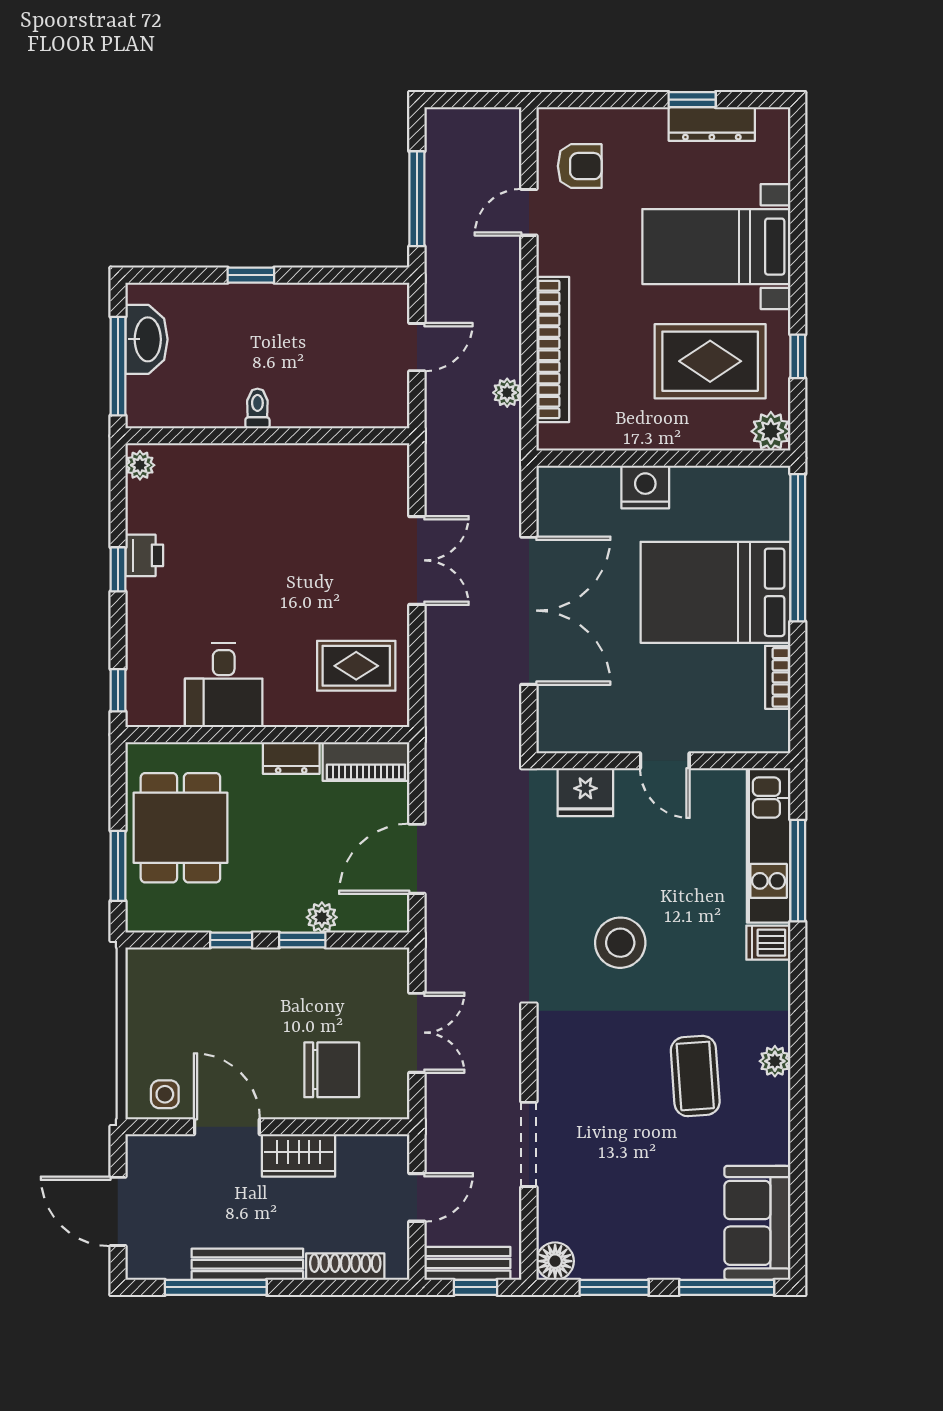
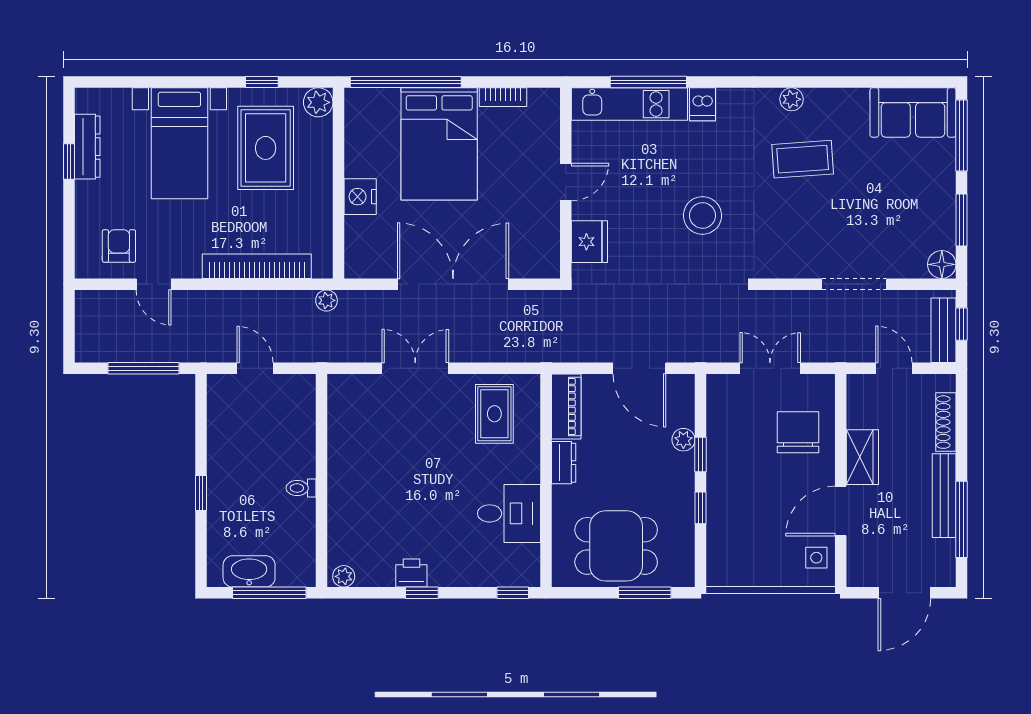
plant: (507, 393) -> (326, 300), moved

